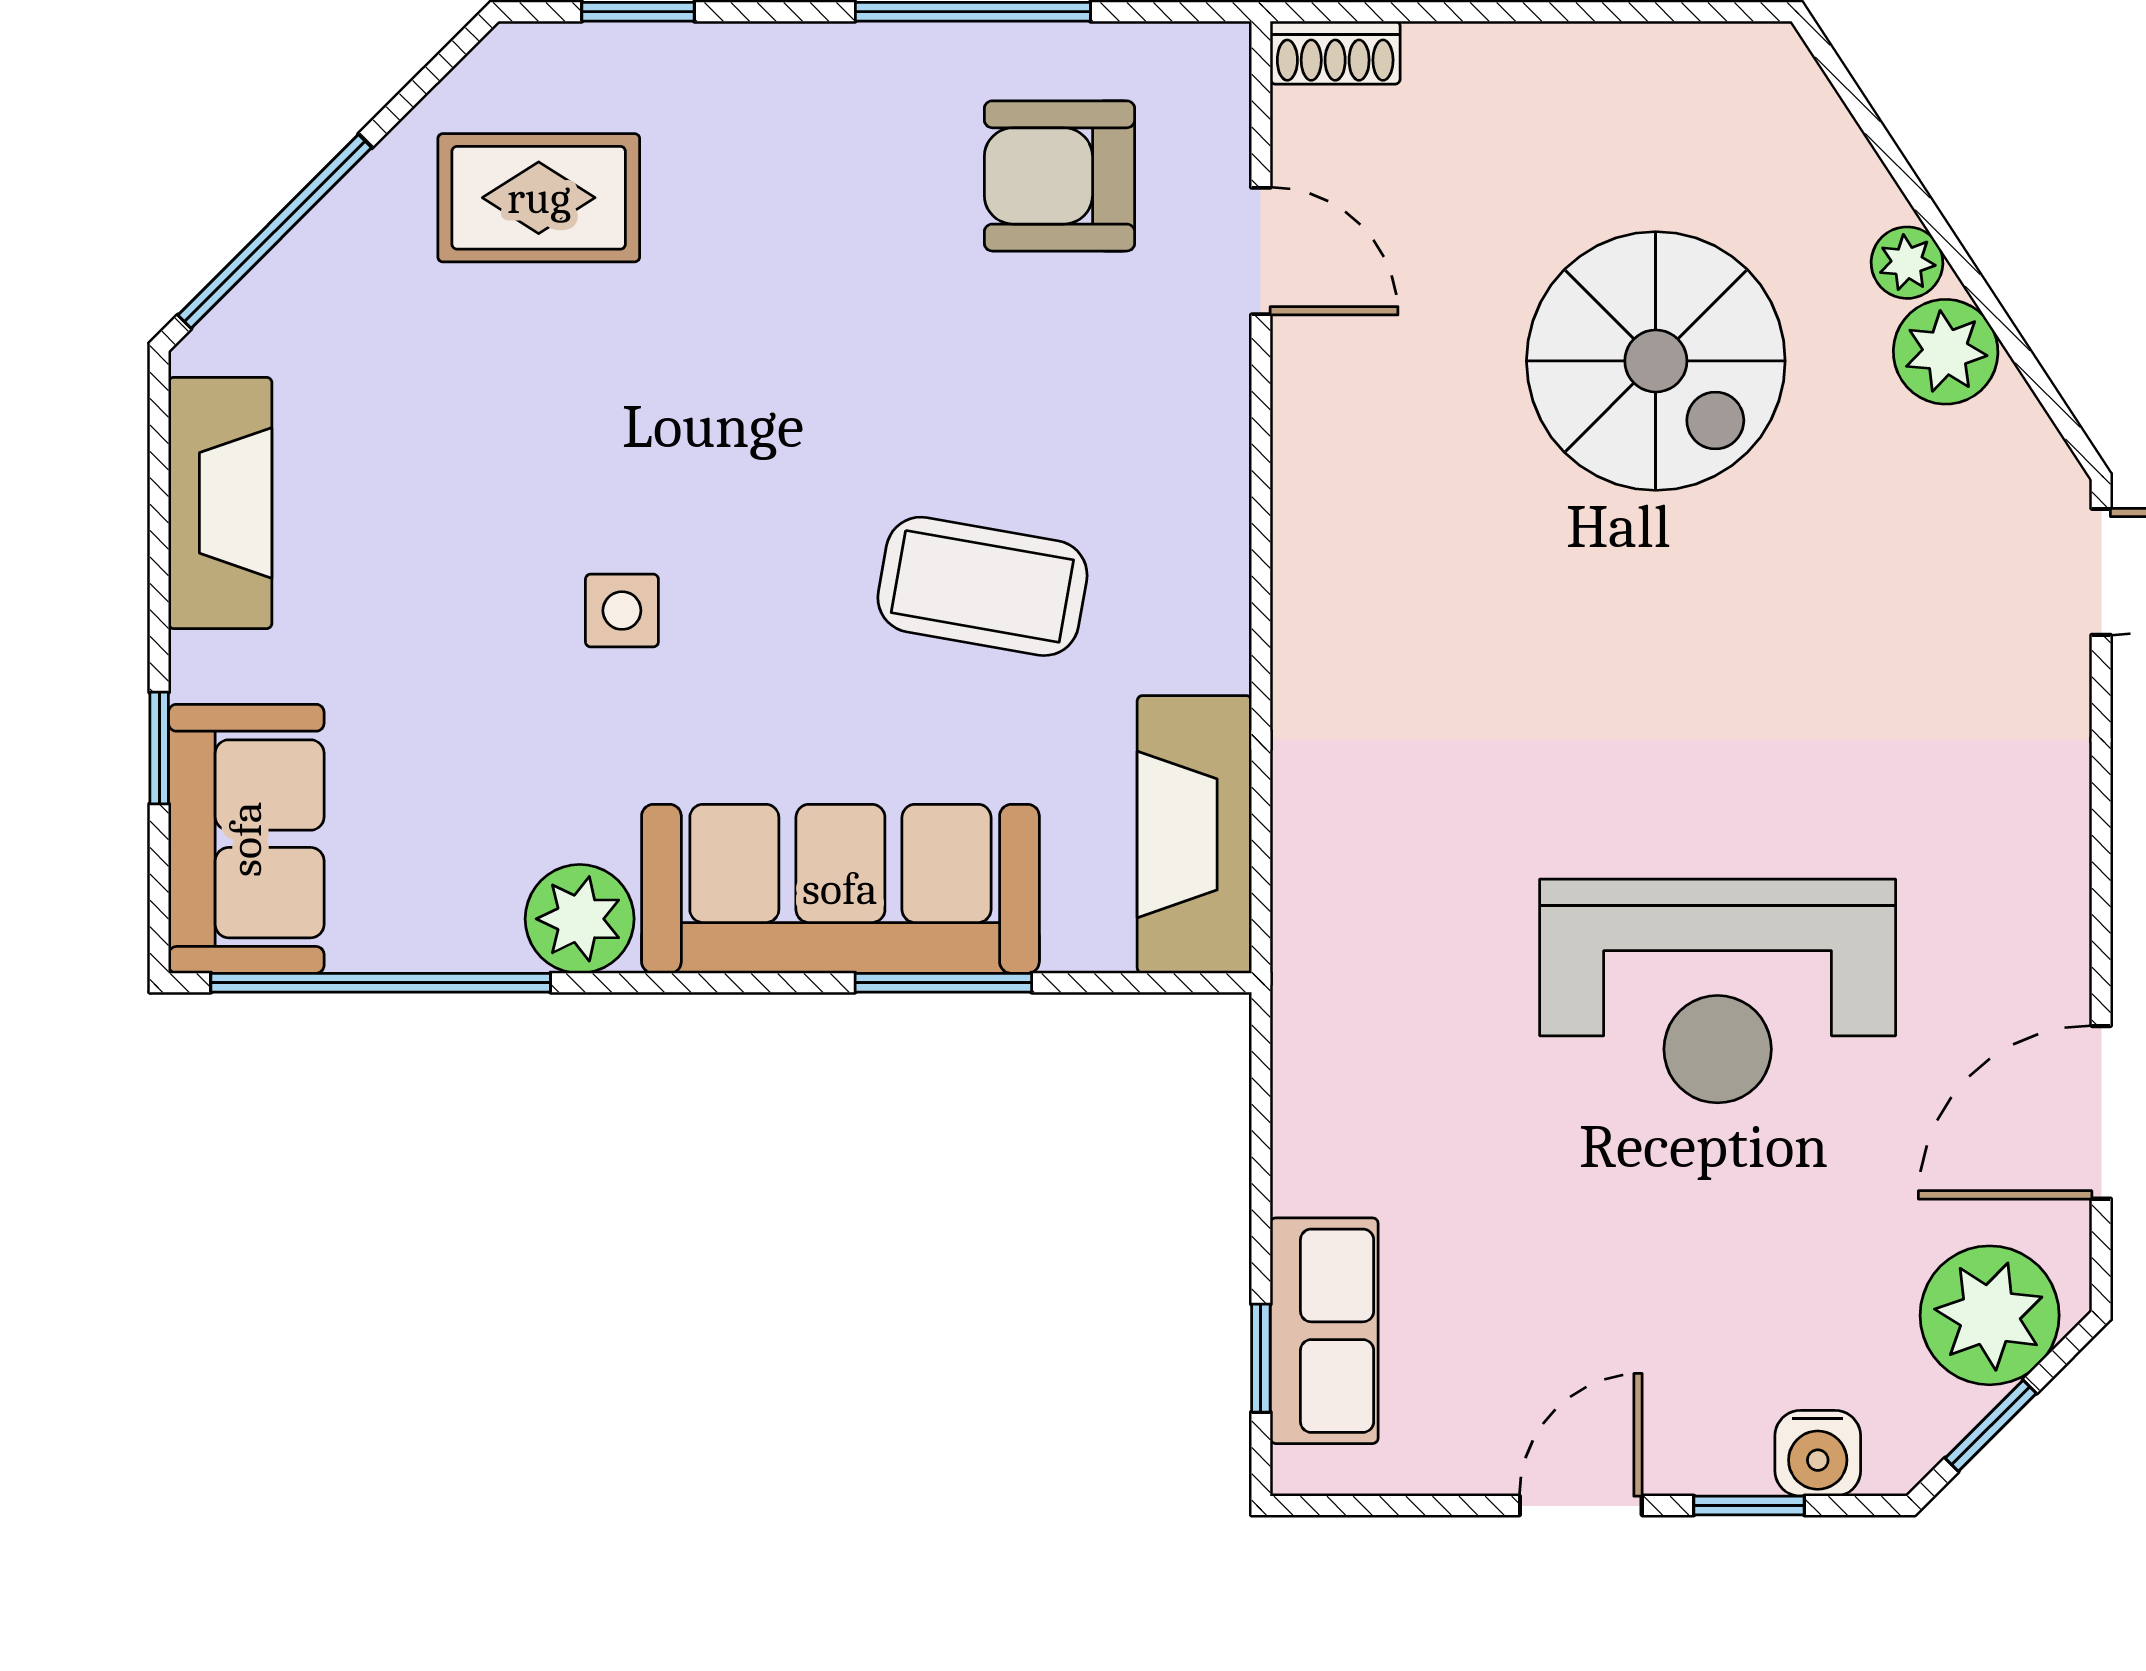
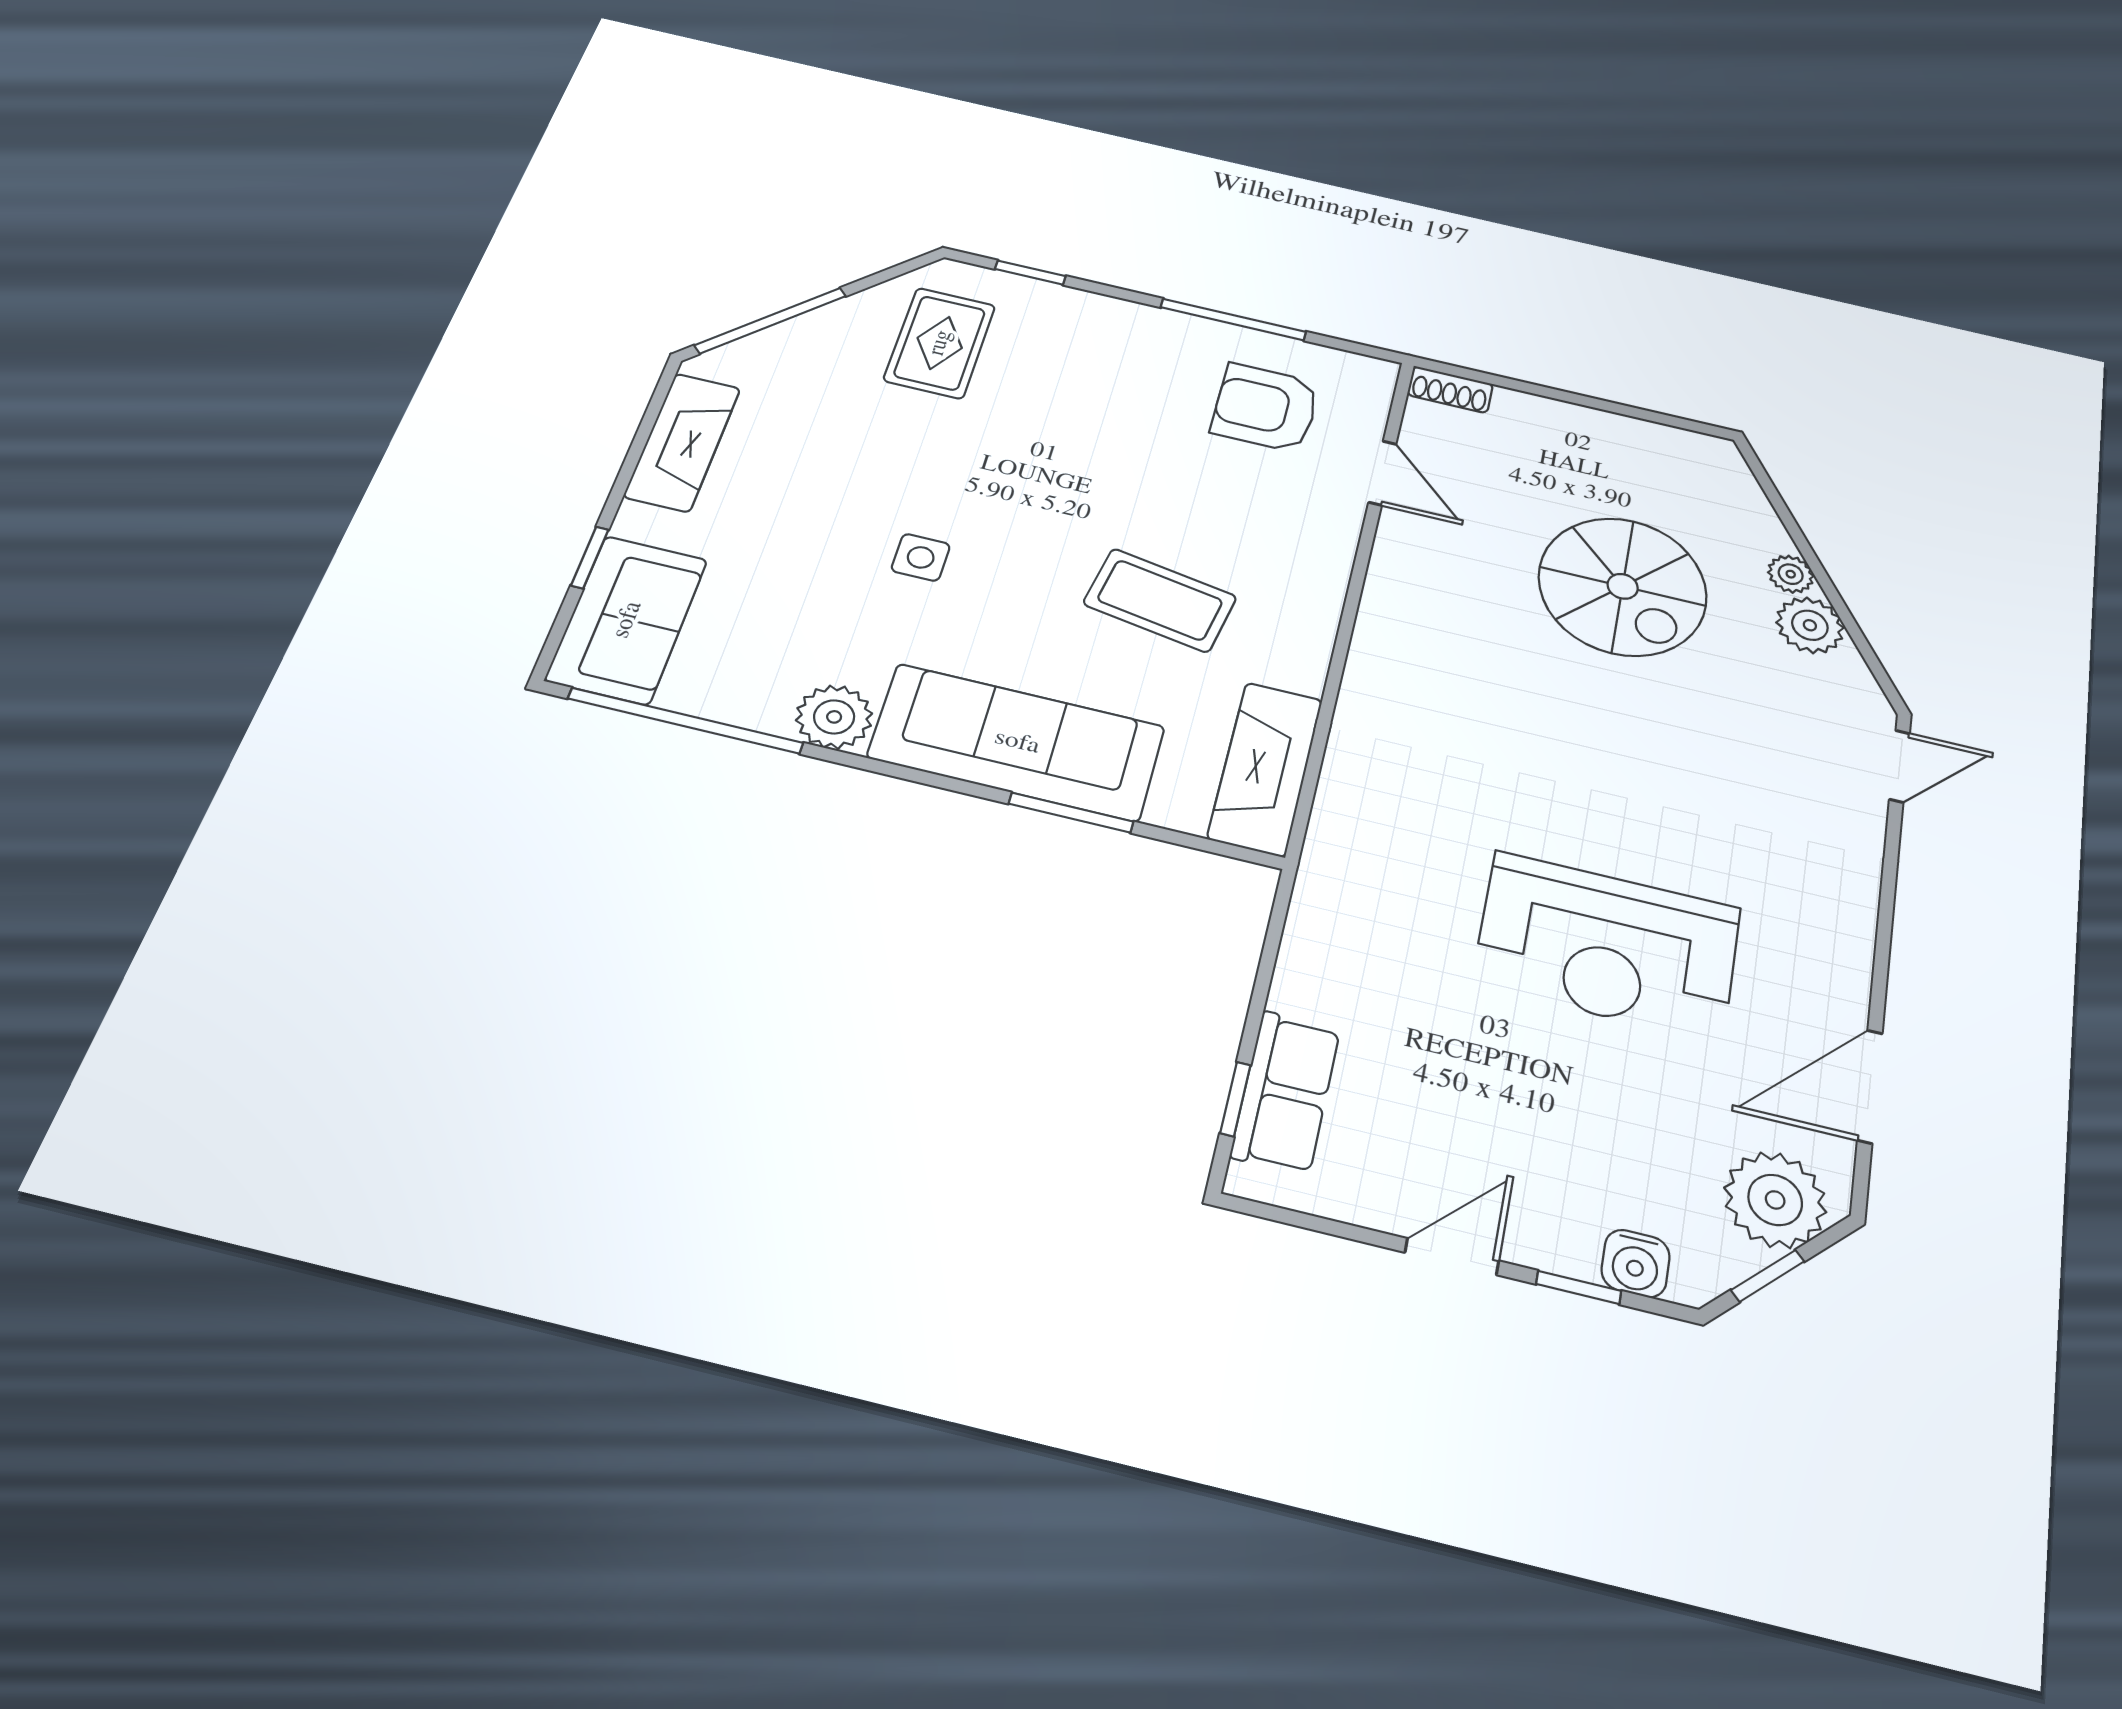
rug: (539, 198) -> (940, 343), turned 90

